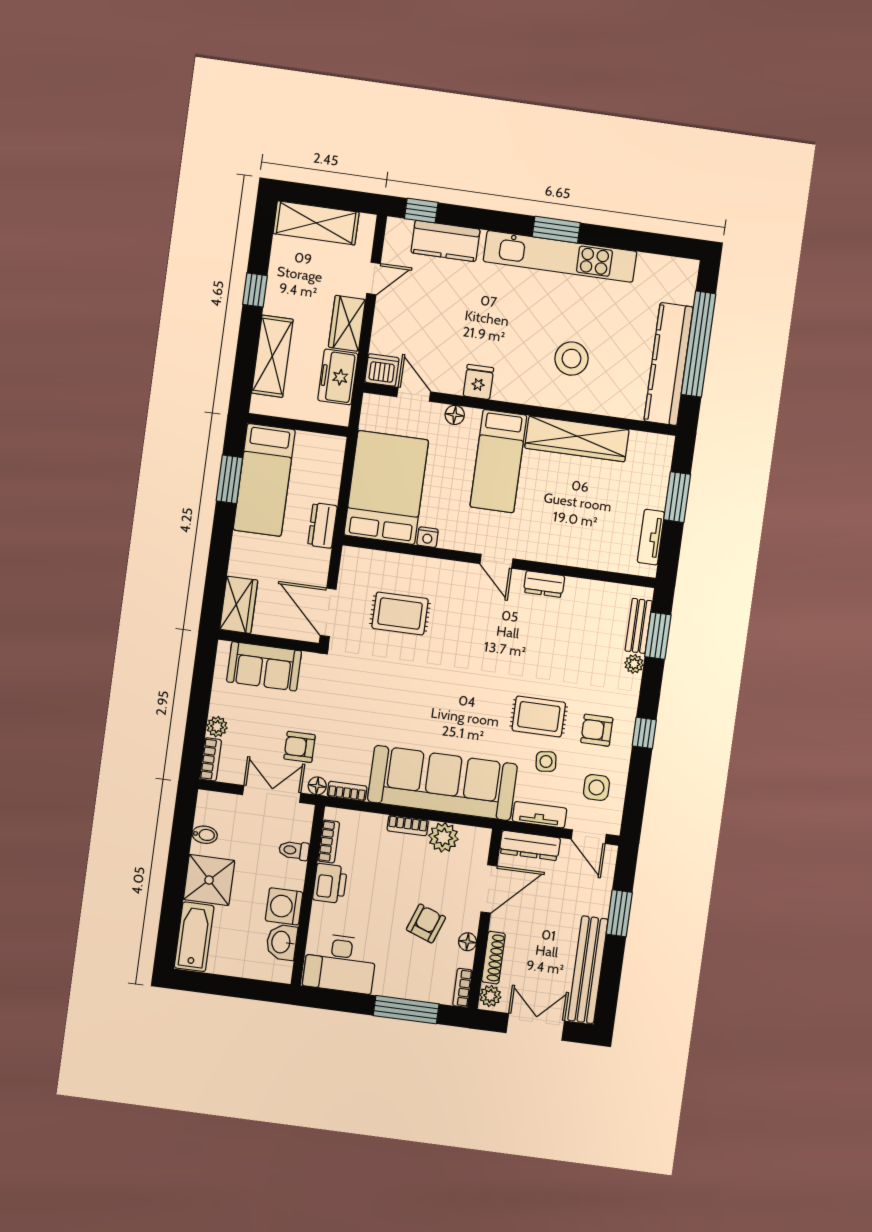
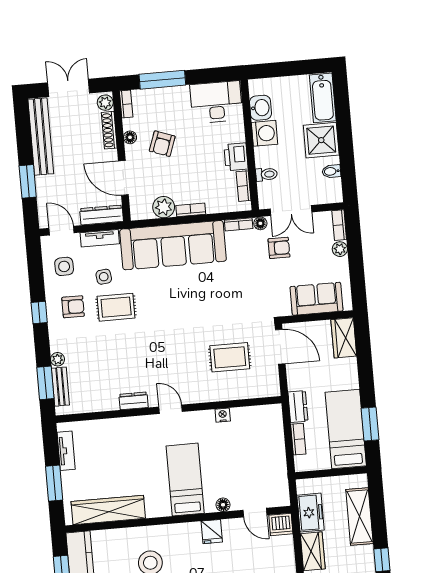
wardrobe: (577, 439) -> (108, 510), moved
bookcase: (332, 481) -> (298, 439), added
bed: (386, 488) -> (259, 443), removed
door: (489, 889) -> (123, 178), hinge flipped
double door: (535, 1027) -> (69, 88), swing flipped

